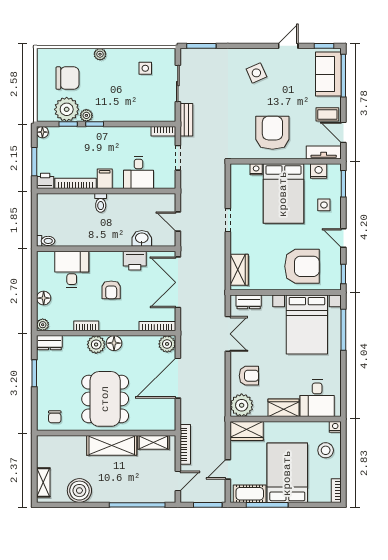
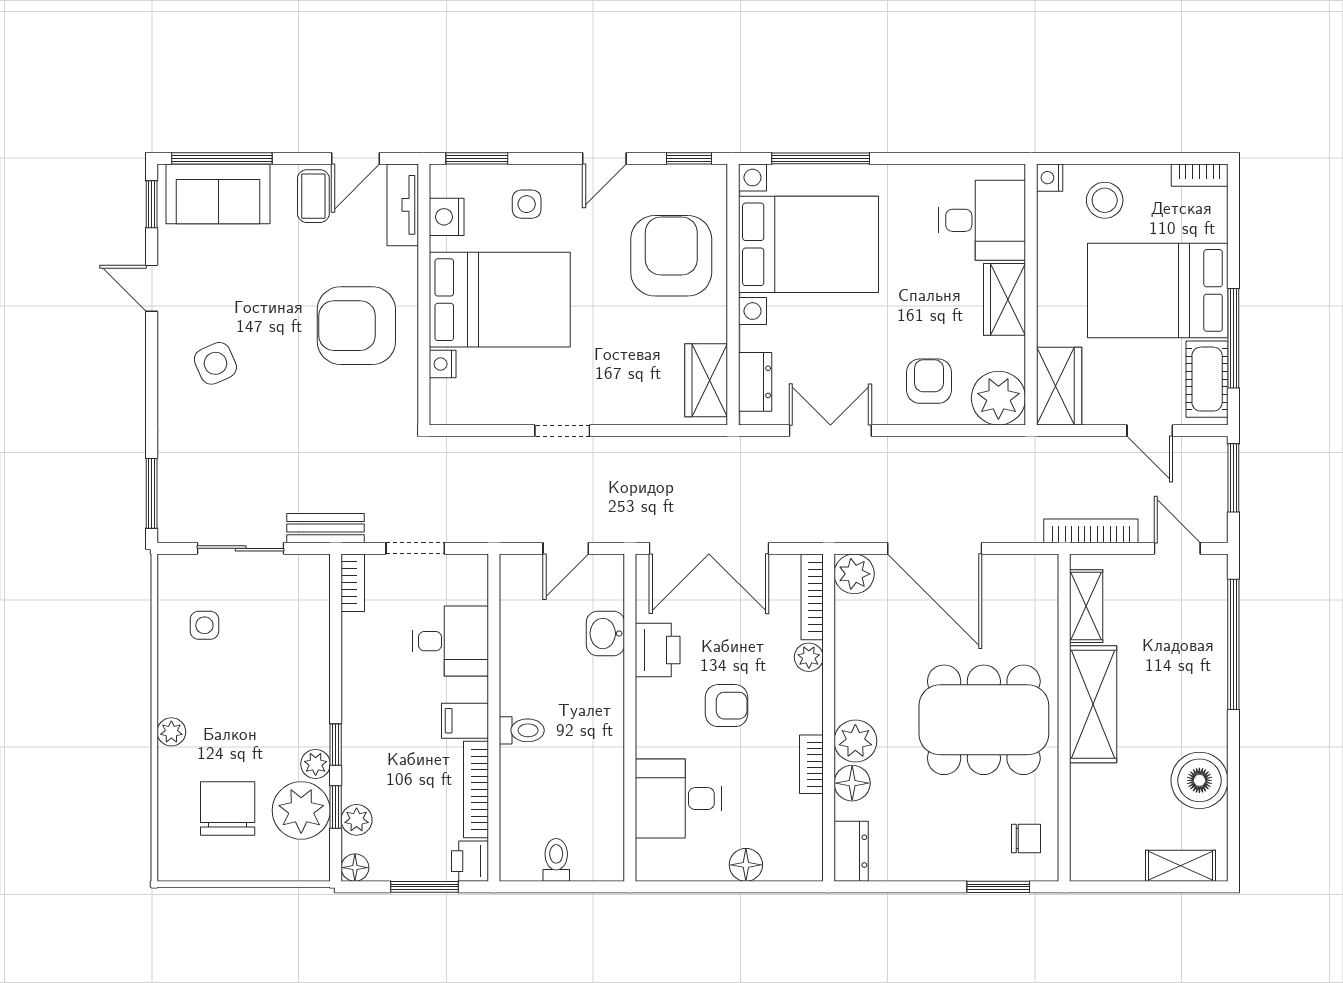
plant: (63, 133) -> (357, 820), added
toilet: (46, 241) -> (556, 860), moved
wardrobe: (239, 270) -> (706, 380), moved, turned -90
plant: (43, 325) -> (809, 657), moved
floor lamp: (114, 343) -> (852, 783), moved
window: (34, 373) -> (998, 887), moved

